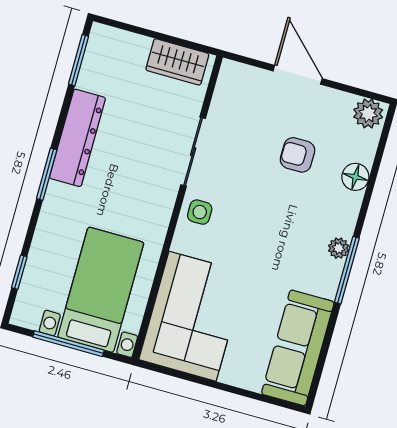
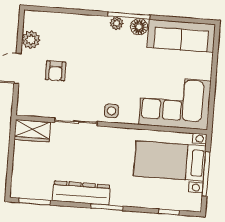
wardrobe: (177, 62) -> (32, 131), moved, turned 90
plant: (368, 114) -> (31, 40), moved
armchair: (298, 155) -> (56, 71), moved
floor lamp: (355, 177) -> (139, 27), moved

